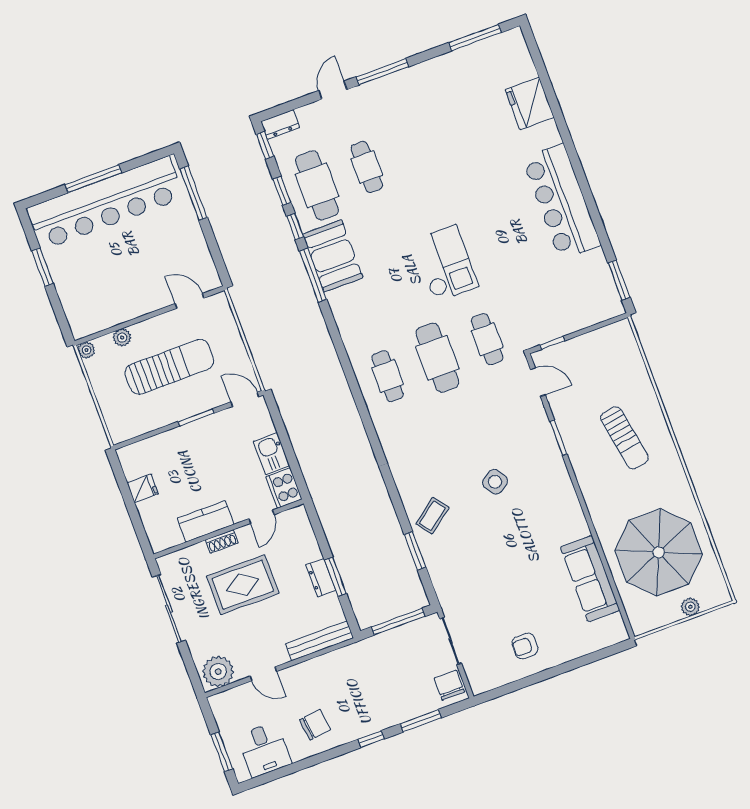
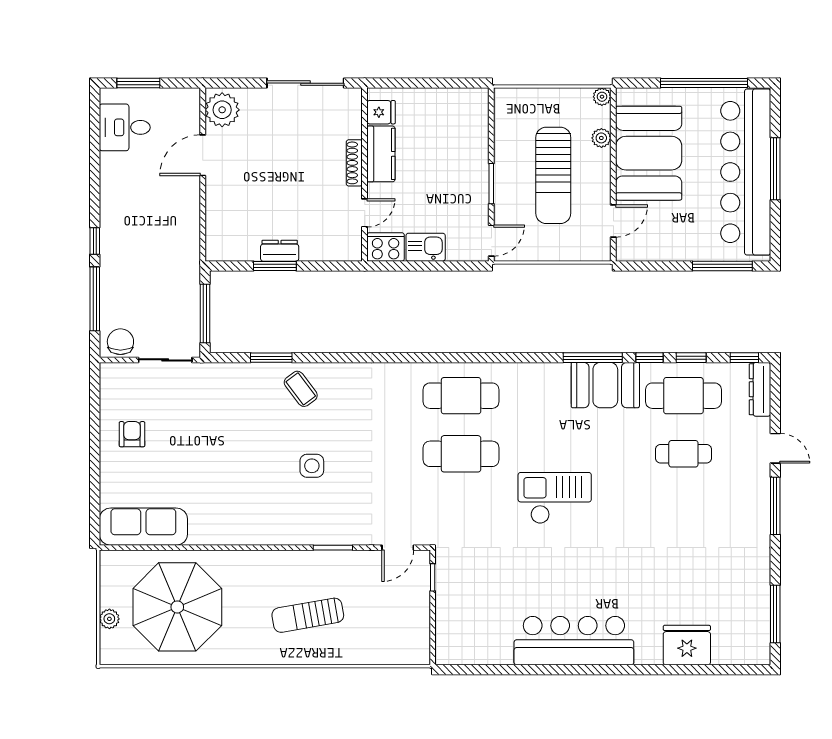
dresser: (280, 124) -> (760, 389), width x1.44
checkout: (446, 263) -> (555, 498), turned 180
window: (42, 267) -> (704, 83), width x2.11
window: (619, 280) -> (472, 670), removed
booth: (120, 292) -> (649, 153), added
cafe table: (487, 339) -> (461, 512), removed
cafe table: (388, 376) -> (461, 396), width x1.37, depth x1.35
side table: (495, 482) -> (312, 466), turned 33
fridge: (143, 488) -> (381, 112), moved, turned -90
door: (261, 517) -> (365, 213), swing flipped
shoe rack: (222, 541) -> (354, 163), width x1.43
sofa: (590, 579) -> (143, 527), moved
rug: (243, 585) -> (302, 168), removed
bench: (319, 641) -> (215, 225), removed
door: (263, 674) -> (203, 155), width x1.38
chair: (449, 685) -> (120, 342), turned -90
window: (421, 721) -> (95, 299), width x1.44
chair: (315, 725) -> (131, 189), removed

